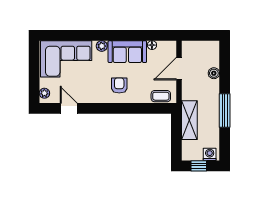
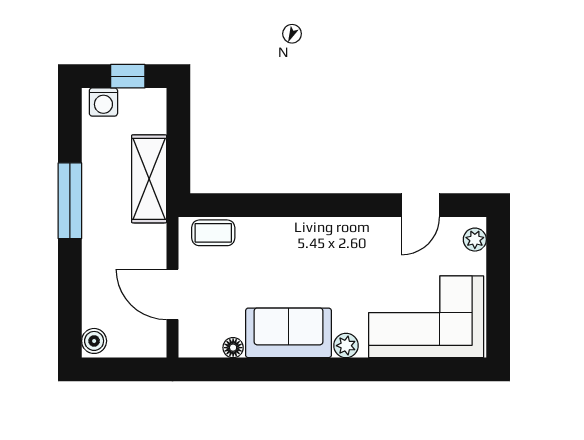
door: (179, 69) -> (173, 294), swing flipped
boiler: (214, 73) -> (94, 341), moved
armchair: (119, 86) -> (307, 257), removed
door: (69, 108) -> (420, 205), hinge flipped

